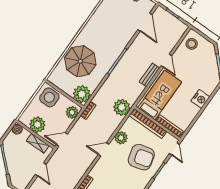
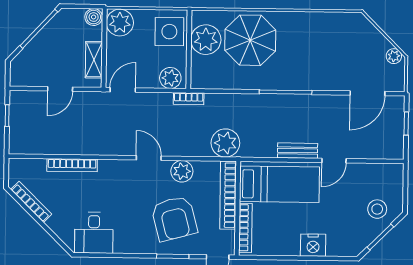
stool: (192, 44) -> (377, 209), moved
plant: (82, 94) -> (206, 40), moved
plant: (37, 125) -> (120, 23), moved
door: (62, 139) -> (123, 90), hinge flipped

